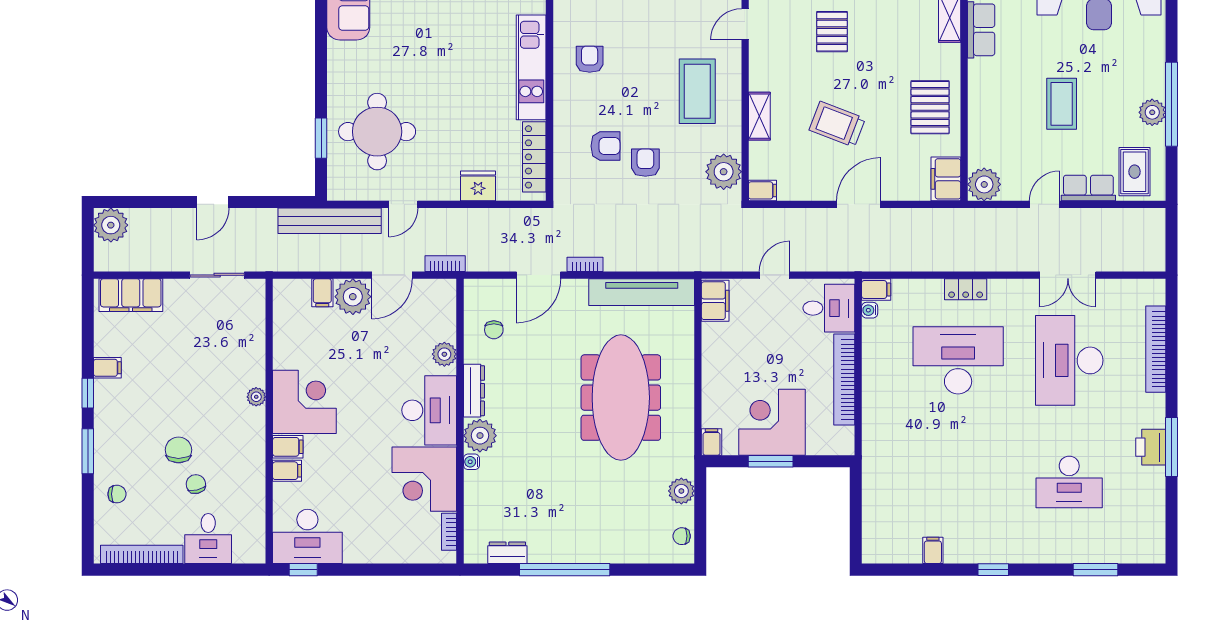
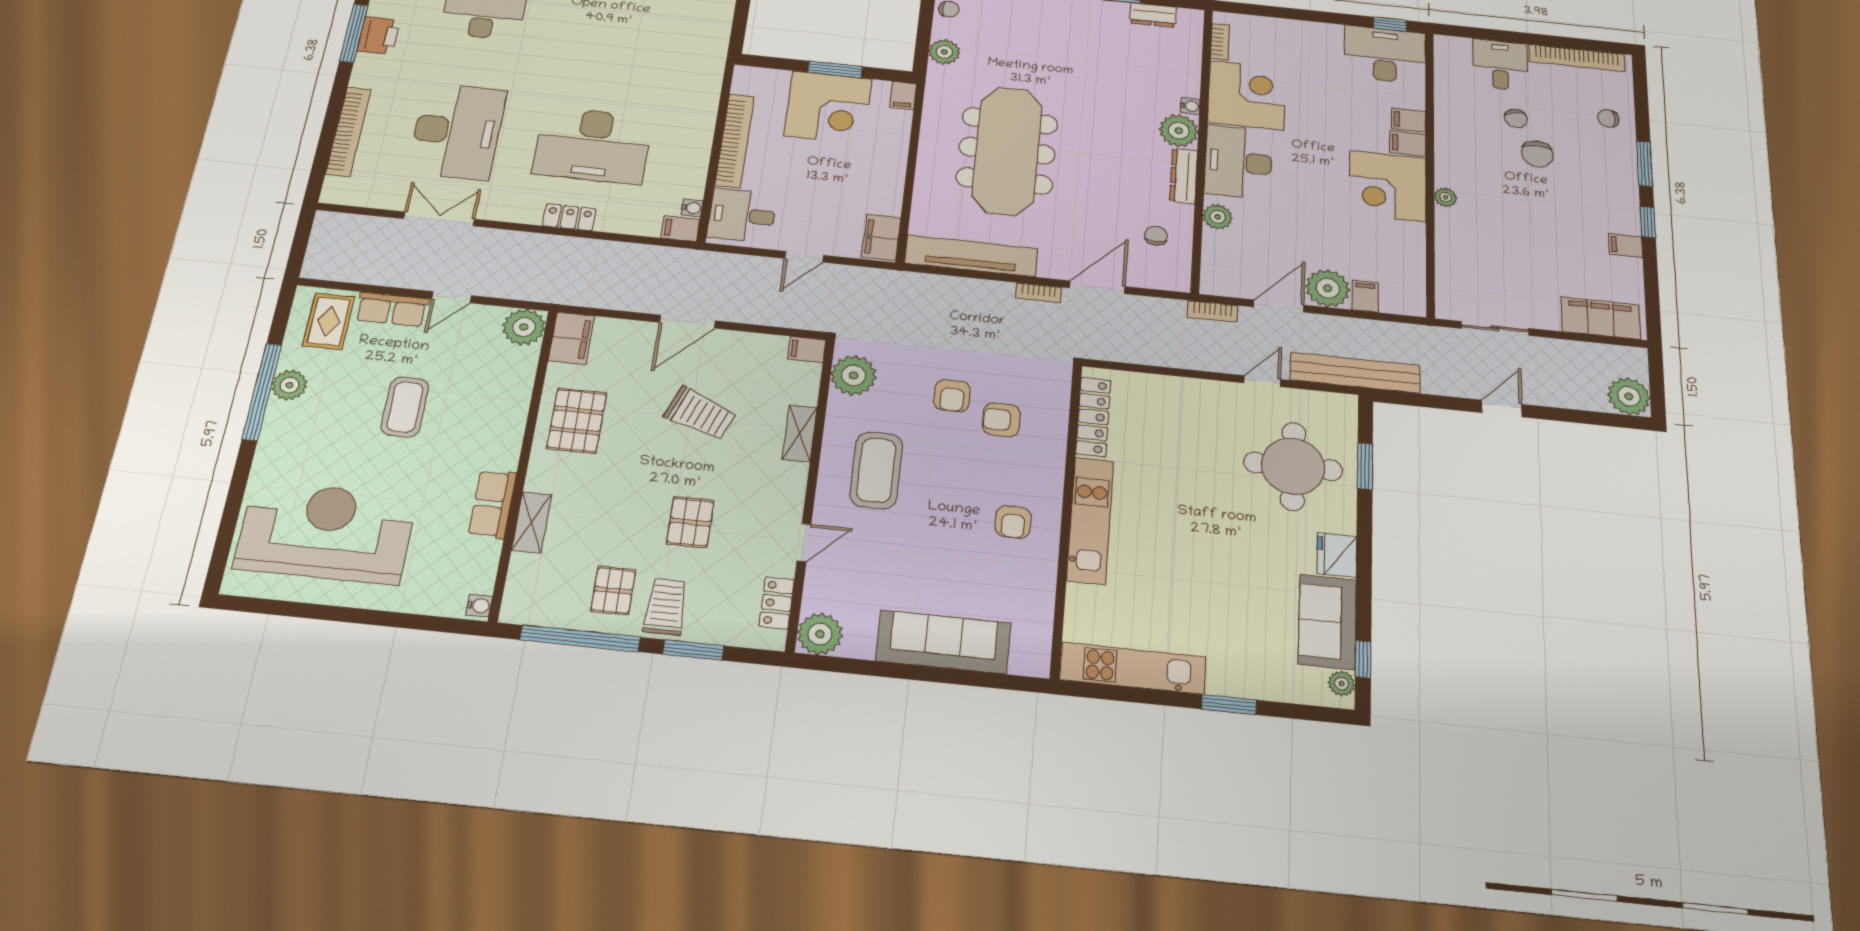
fridge: (478, 186) -> (1337, 555), moved, turned 90

